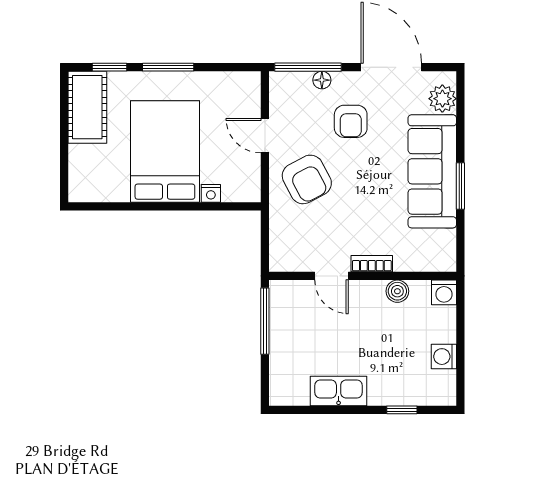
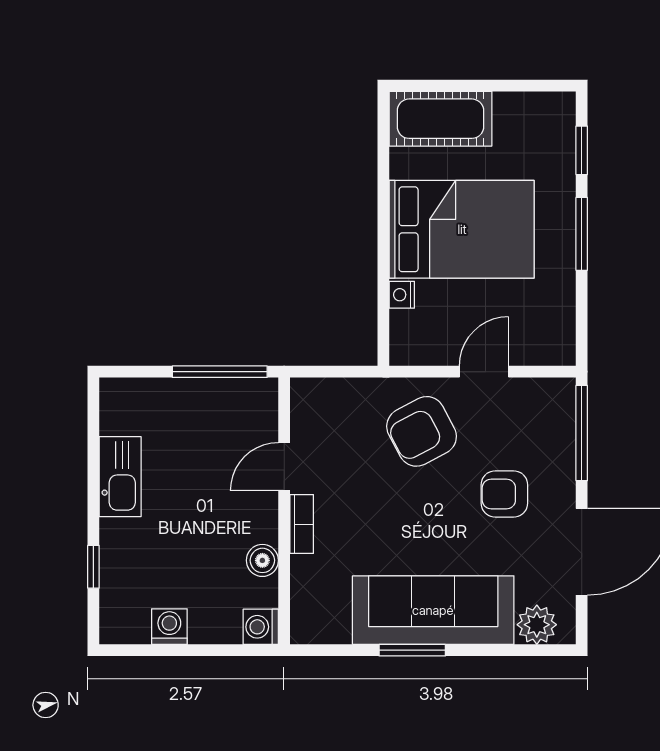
floor lamp: (322, 80) -> (563, 453), removed
cot: (87, 107) -> (440, 119), moved

